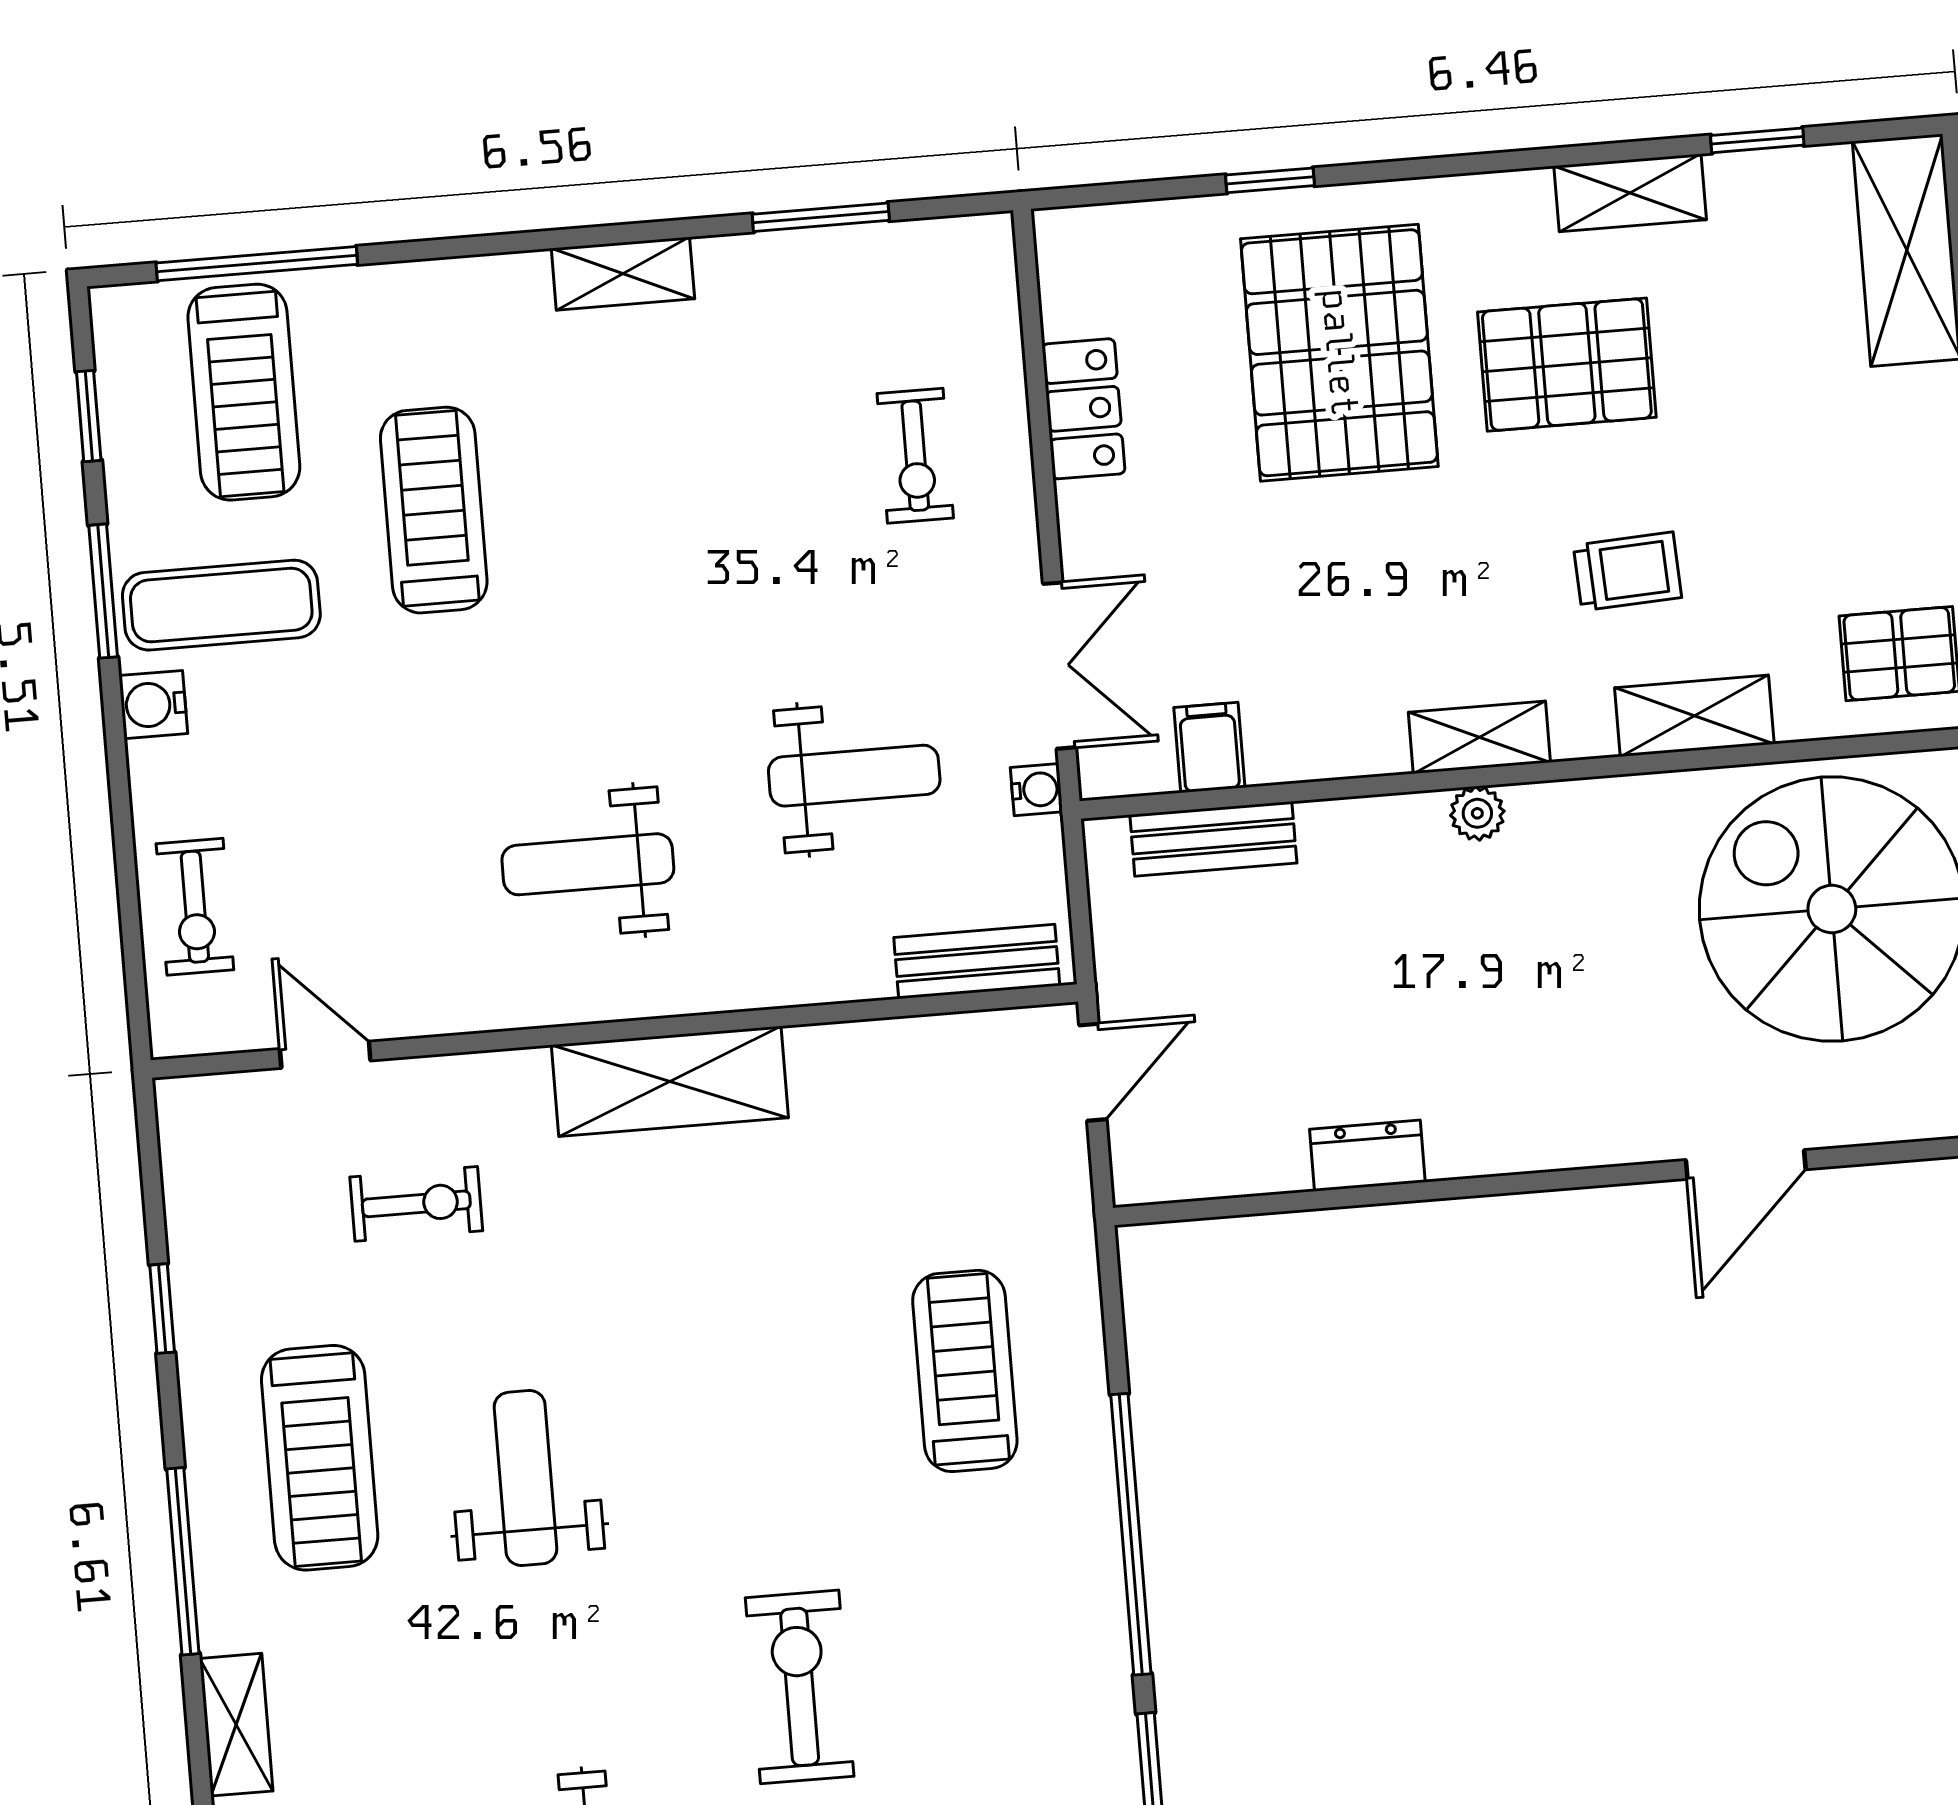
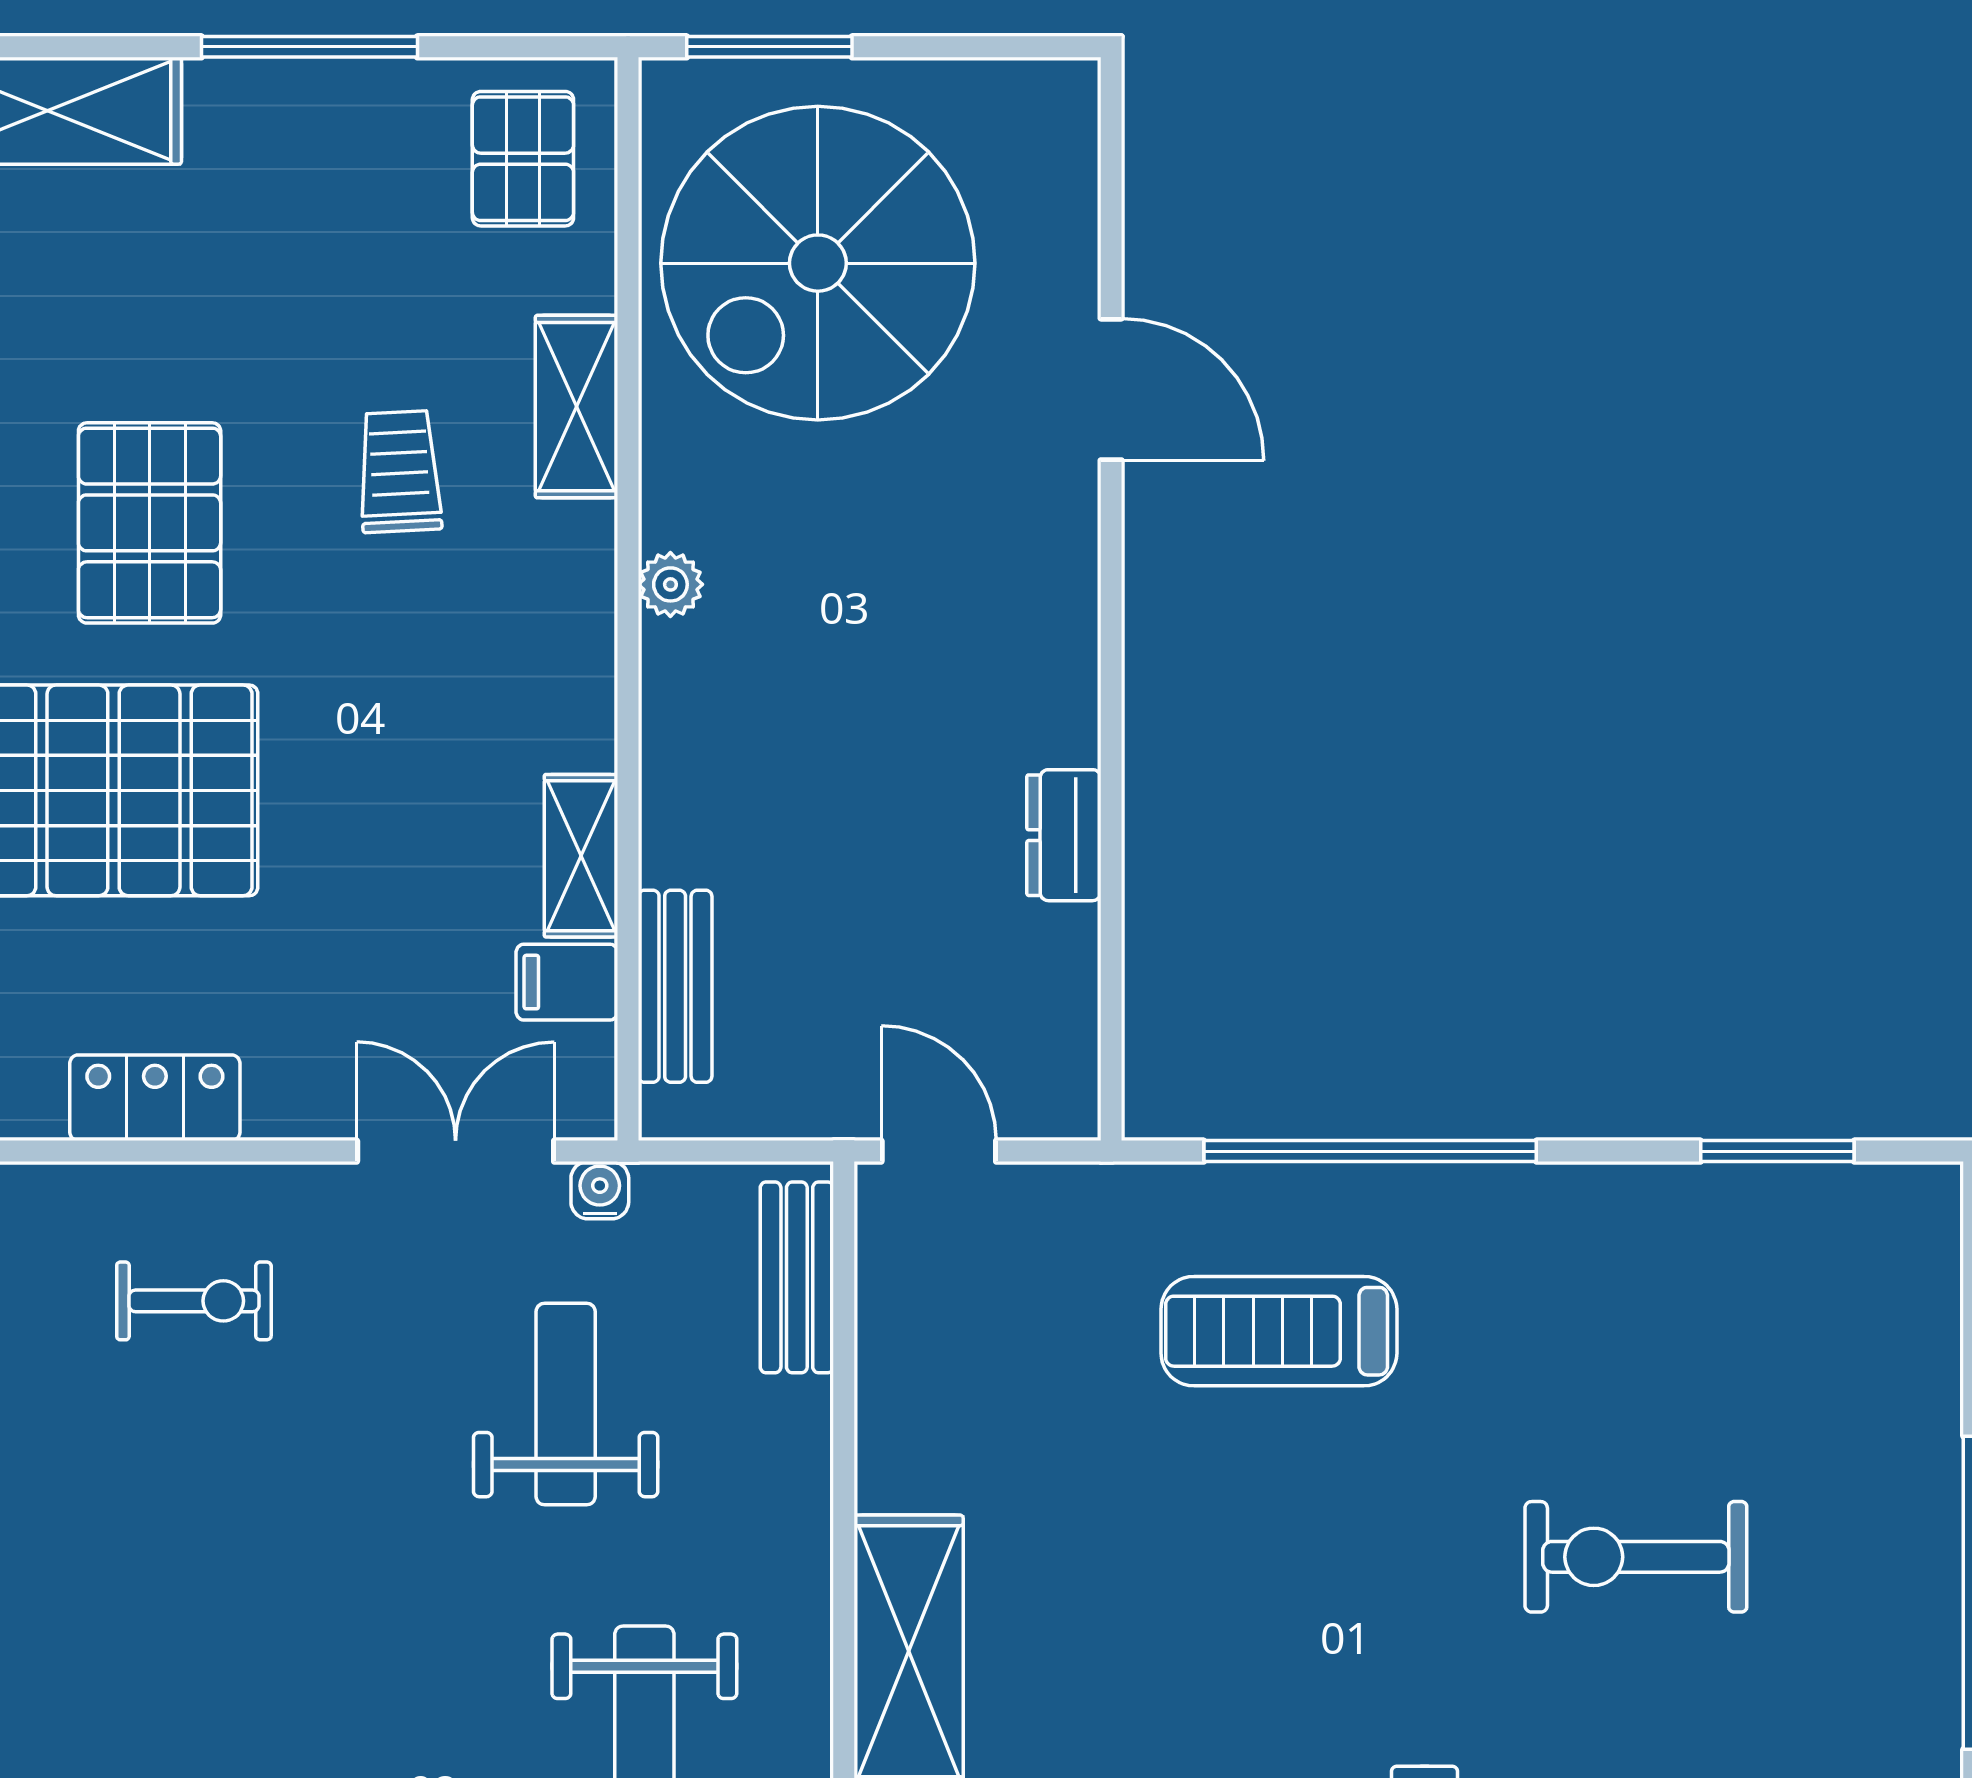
shelving: (1479, 737) -> (581, 856), moved
plant: (1477, 813) -> (670, 584), moved
window: (1131, 1534) -> (1370, 1151), moved

